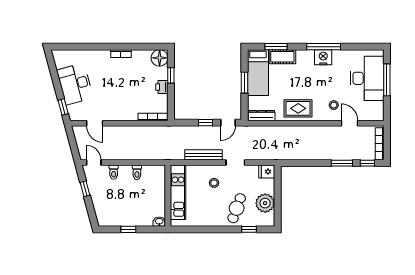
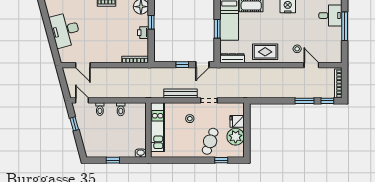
desk: (367, 78) -> (330, 16), width x0.53, depth x0.77
window: (63, 107) -> (55, 51), removed
fridge: (267, 172) -> (237, 121), moved

